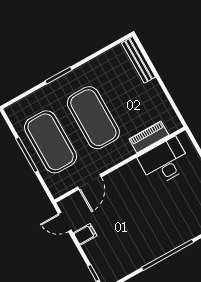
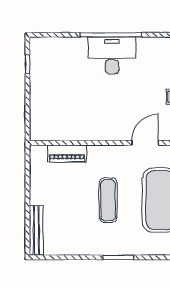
exercise mat: (93, 118) -> (108, 200), width x0.50, depth x0.69
desk: (165, 162) -> (112, 55), moved, turned 180

